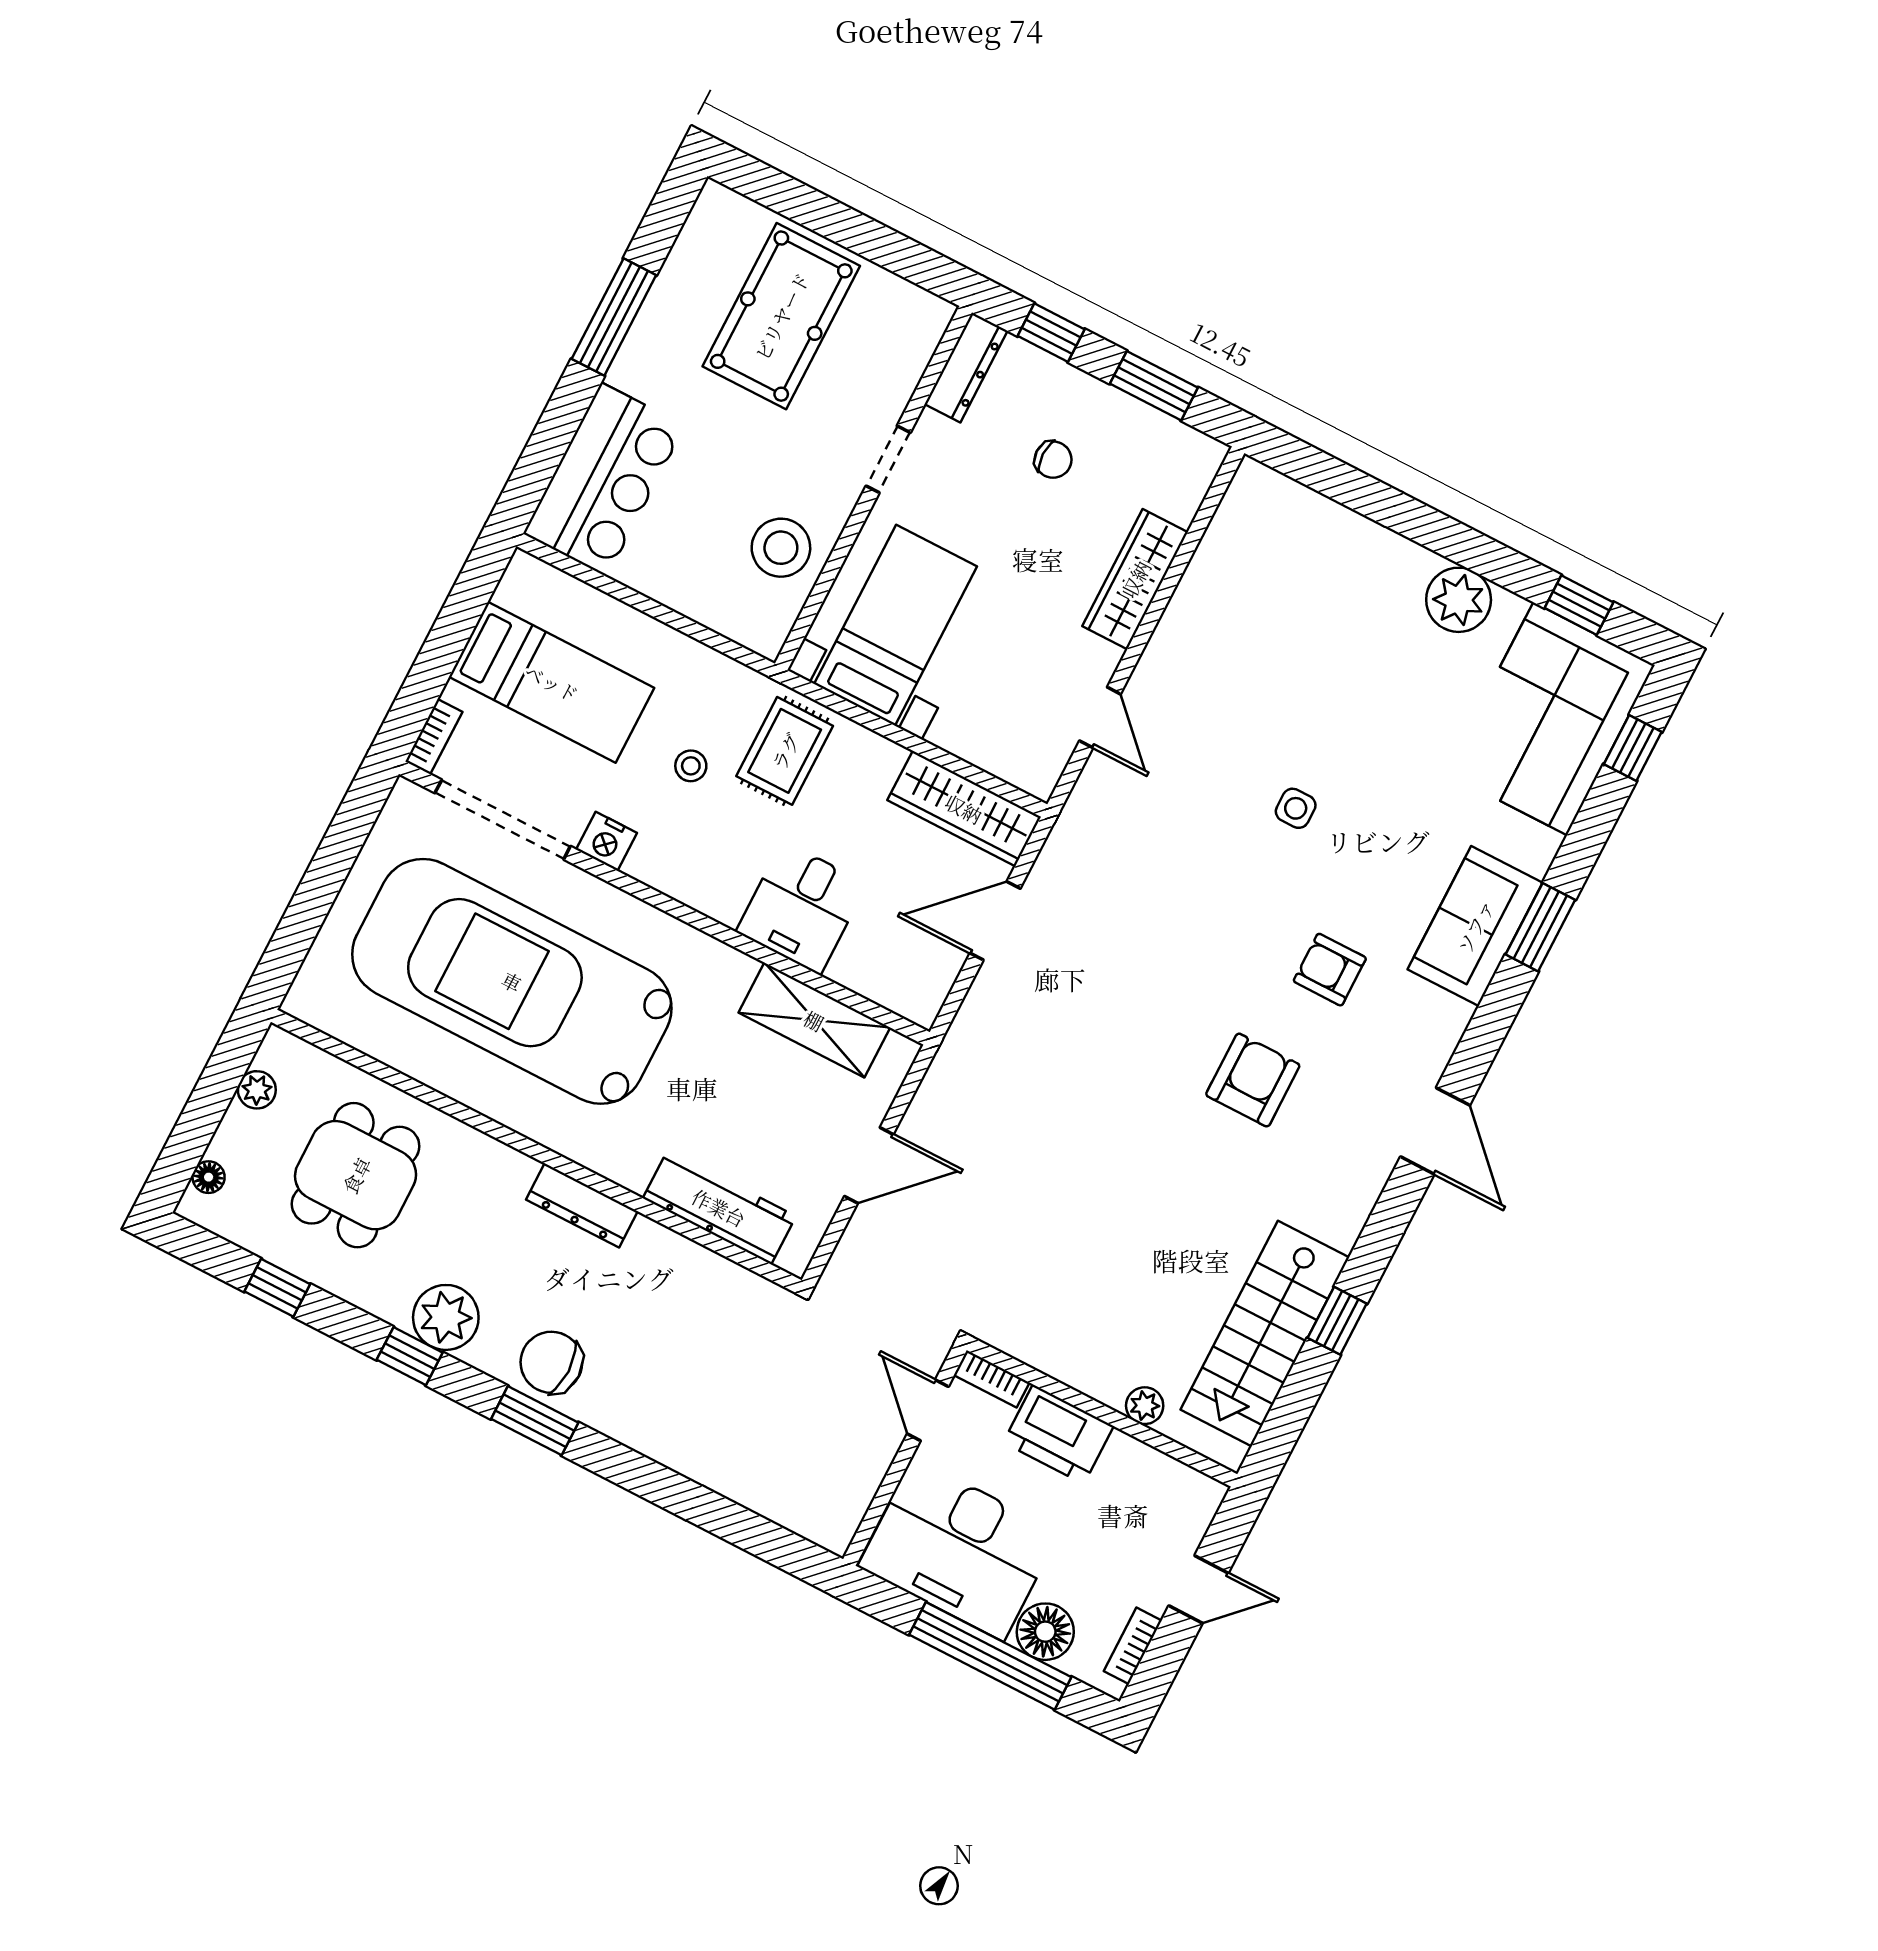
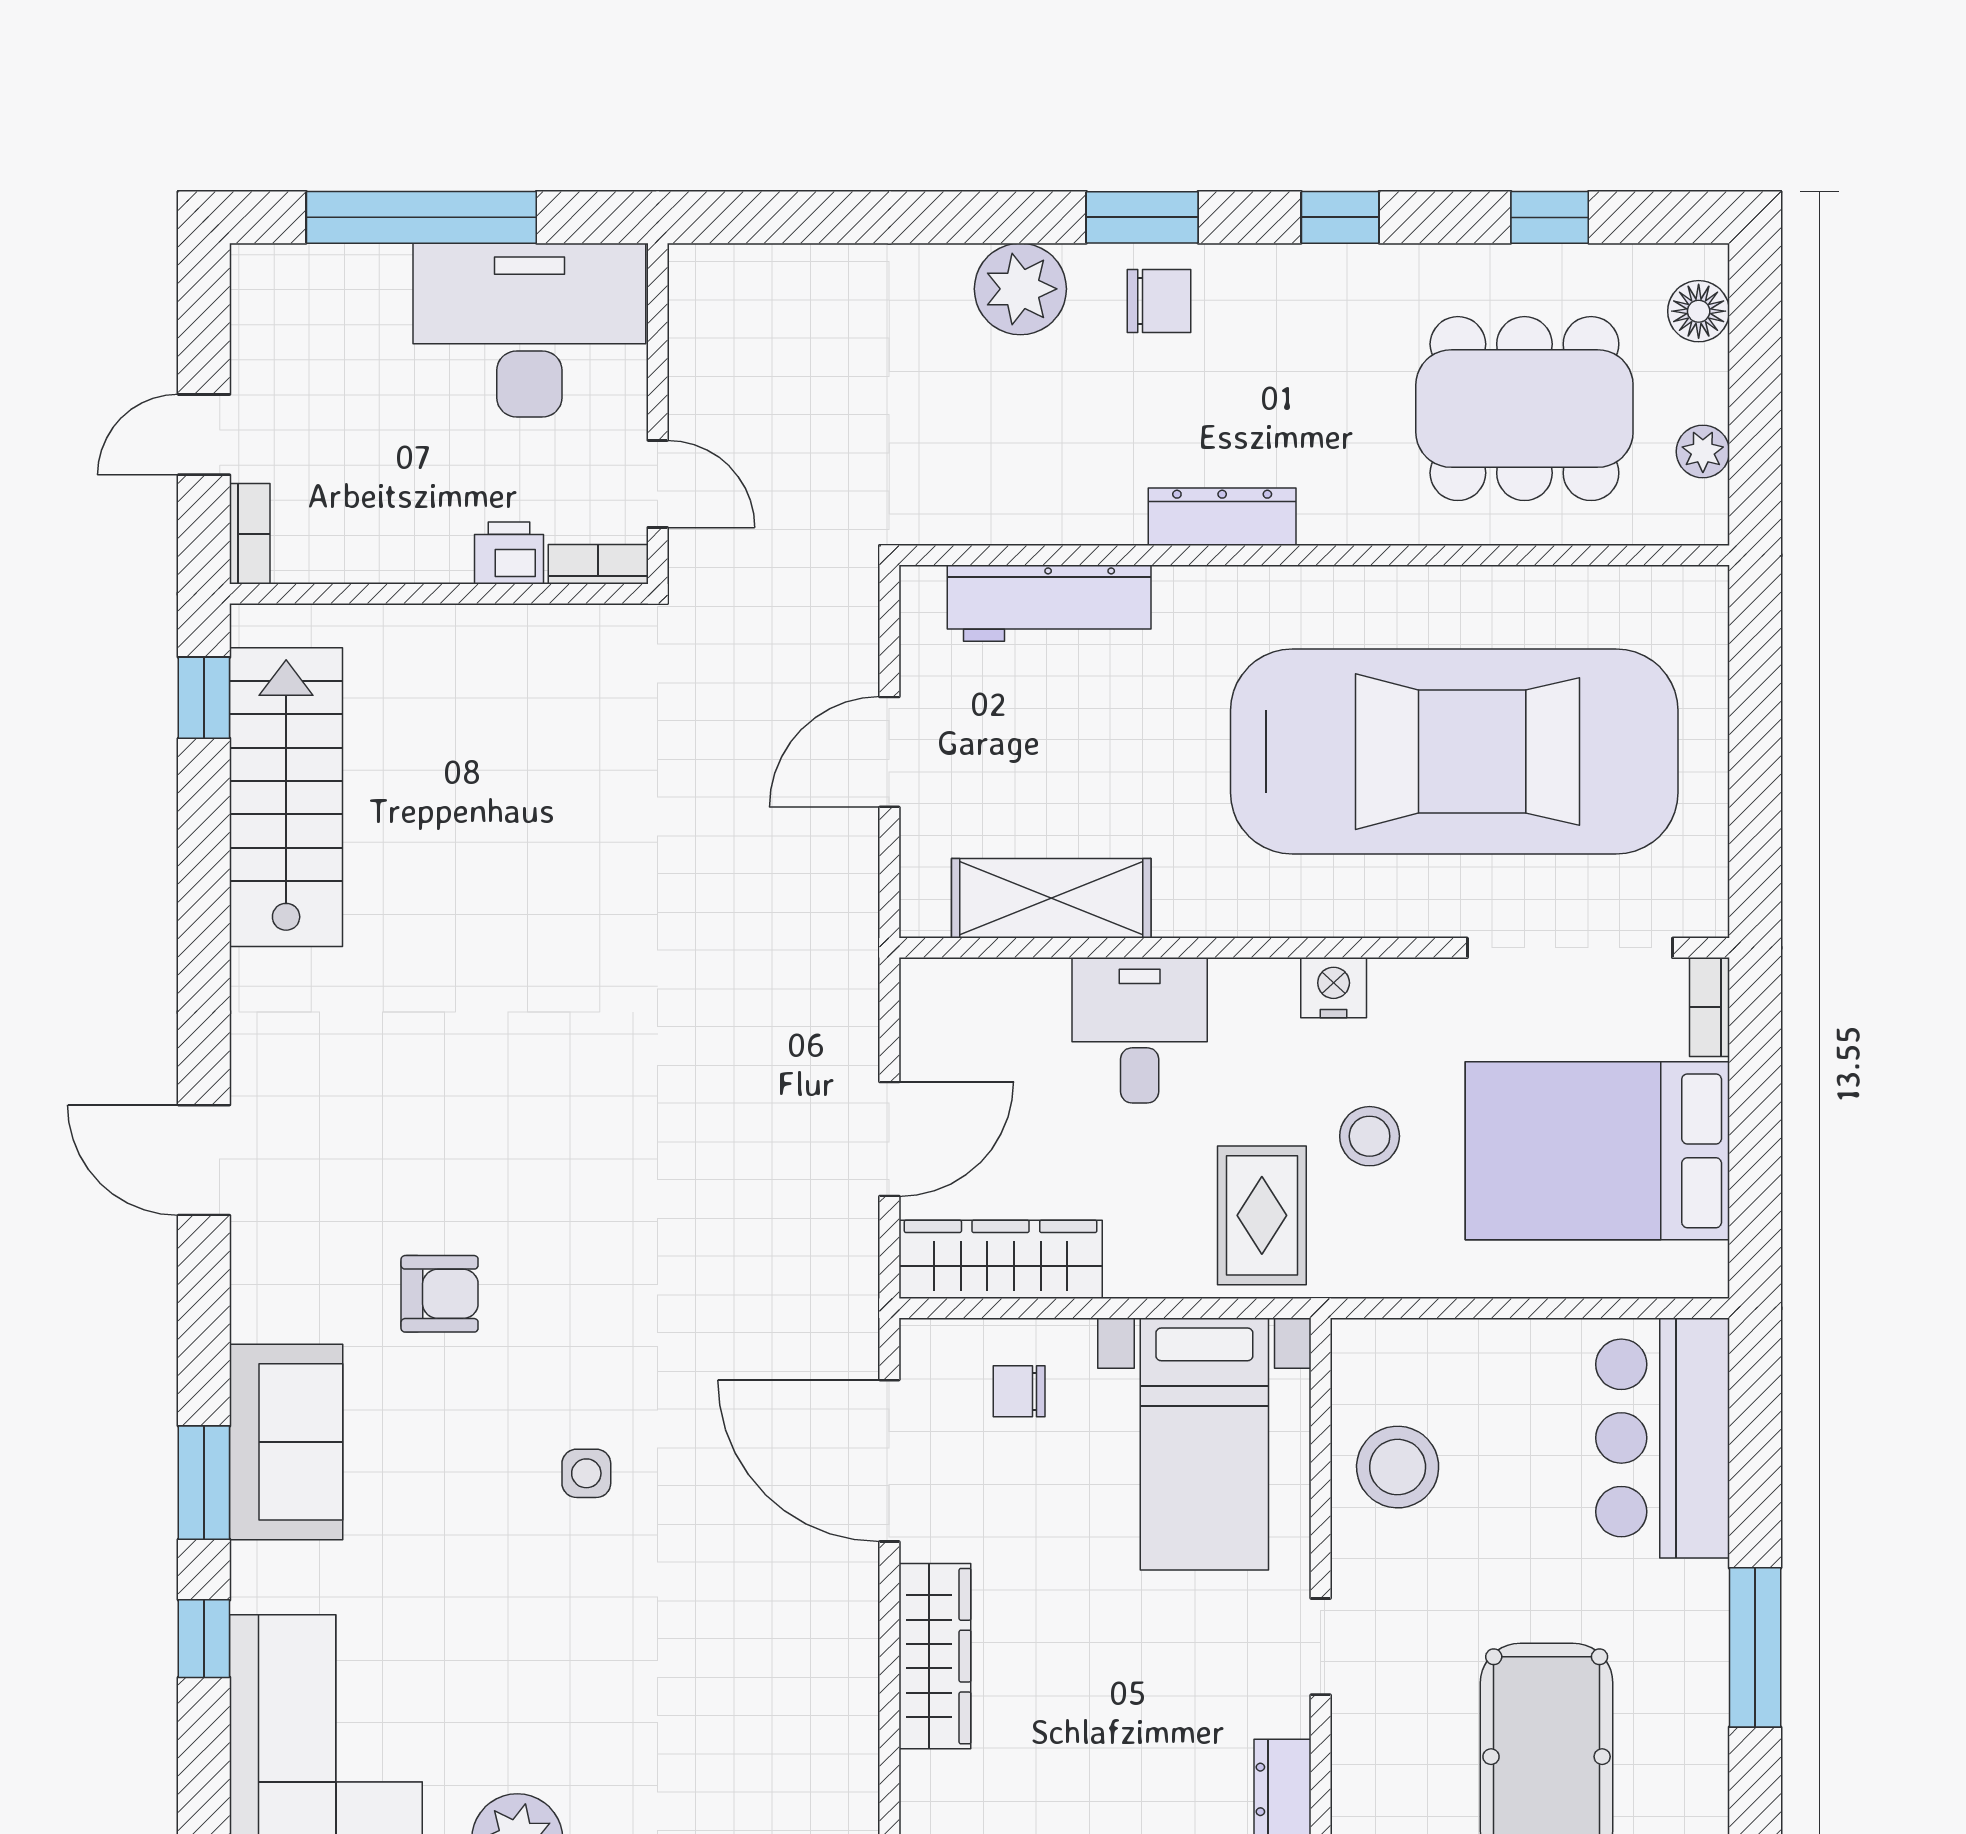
chair: (1053, 460) -> (1019, 1391), moved
bed: (552, 682) -> (1597, 1151), width x1.50
door: (1100, 717) -> (889, 1461), width x1.87
window: (1633, 748) -> (204, 1639), moved
stool: (691, 766) -> (1370, 1136), width x1.37, depth x1.37
nightstand: (607, 841) -> (1334, 988), moved
armchair: (1253, 1080) -> (465, 1106), removed
dining table: (356, 1175) -> (1524, 409), width x1.38
floor lamp: (209, 1177) -> (1699, 311), width x1.37, depth x1.37
plant: (446, 1317) -> (1020, 289), moved
window: (1337, 1321) -> (204, 698), moved
chair: (551, 1362) -> (1159, 301), width x0.73, depth x0.73
plant: (1145, 1406) -> (390, 629), removed
printer: (1058, 1434) -> (509, 553), width x0.53, depth x0.68
floor lamp: (1045, 1632) -> (368, 283), removed
bookcase: (1133, 1646) -> (250, 534), moved

